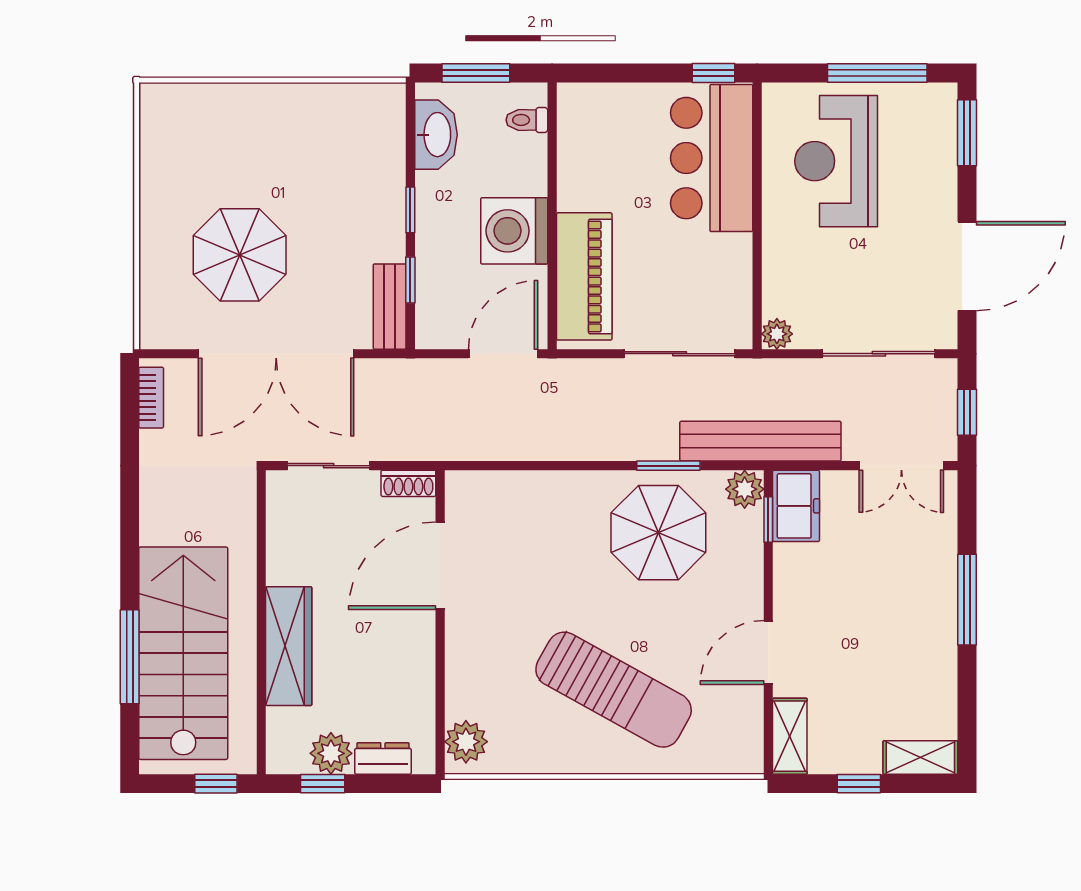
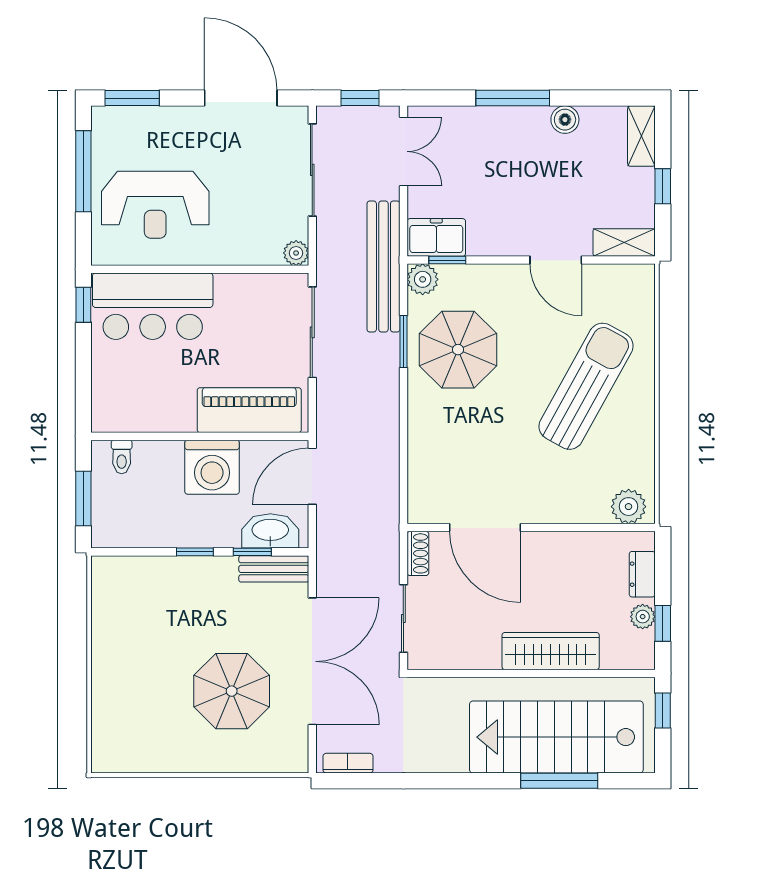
washbasin: (436, 135) -> (270, 531), moved
door: (503, 354) -> (312, 476), hinge flipped
boiler: (941, 664) -> (565, 120), added
plant: (331, 753) -> (643, 617), width x0.73, depth x0.73

